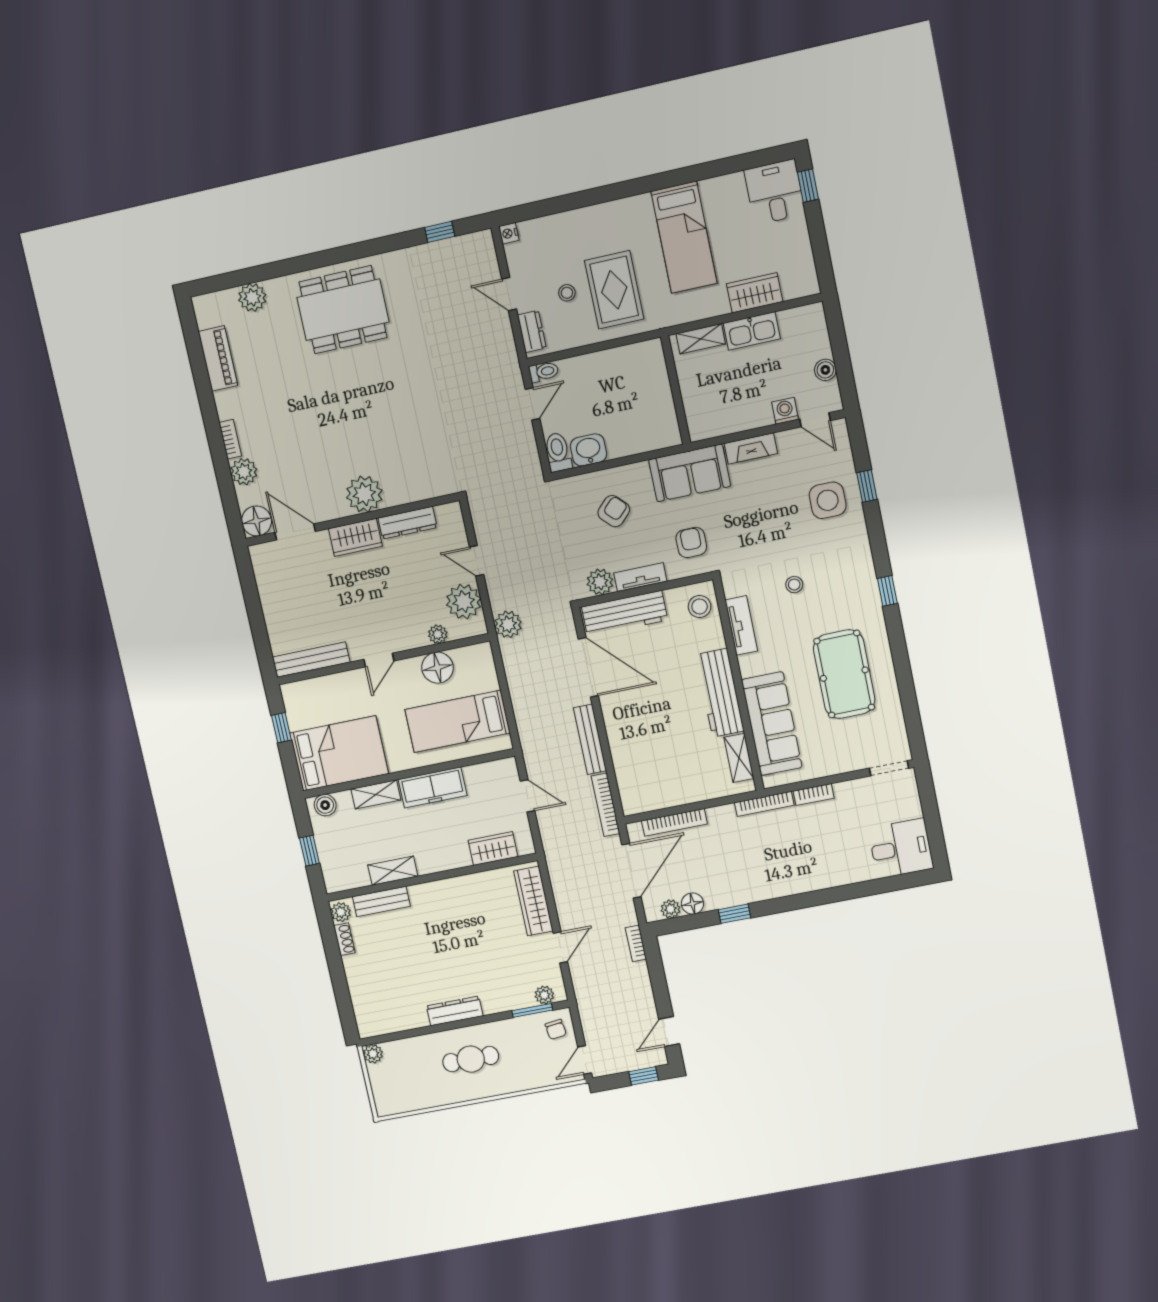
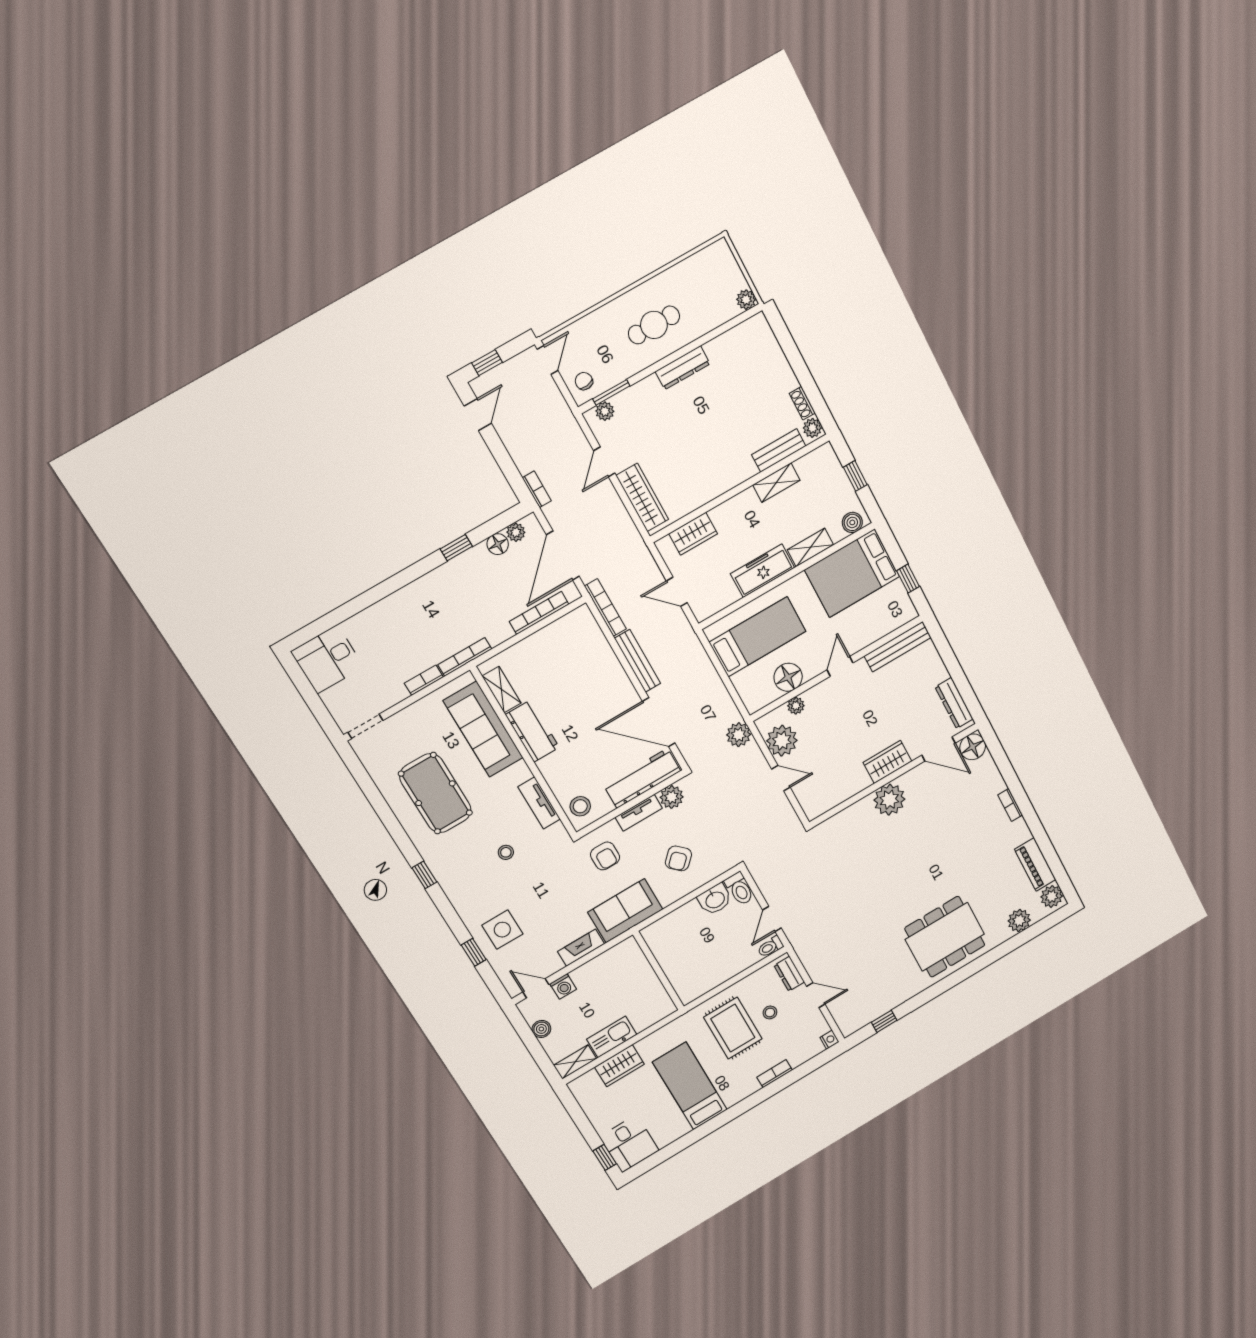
bookcase: (584, 215) -> (775, 1074), added
shelving: (701, 339) -> (575, 1062), moved
plant: (244, 472) -> (1052, 896), moved
dresser: (408, 523) -> (954, 703), moved, turned -90
workbench: (720, 693) -> (532, 731), width x0.73

